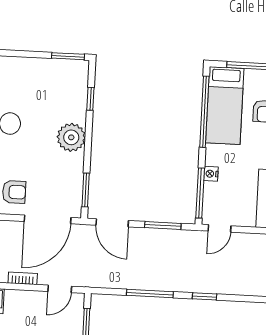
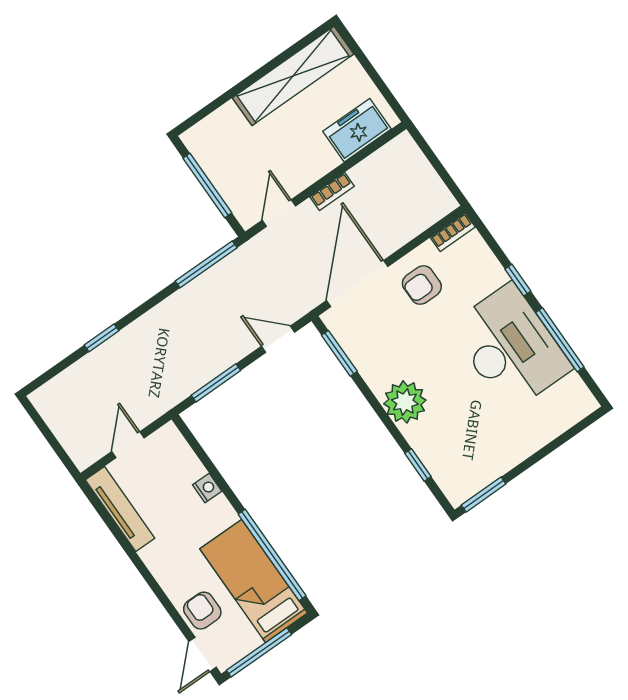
window: (200, 193) -> (202, 455), removed
door: (112, 223) -> (278, 339), width x0.73
door: (219, 228) -> (128, 445), moved
window: (150, 294) -> (206, 264), moved

